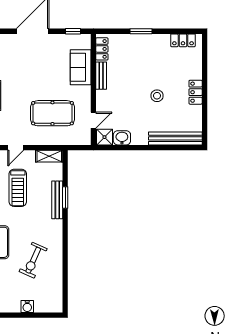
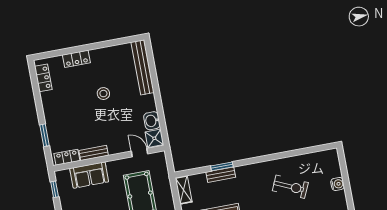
window: (141, 31) -> (45, 135), moved
locker: (196, 92) -> (76, 59), moved
bench: (57, 200) -> (221, 175), width x0.73

